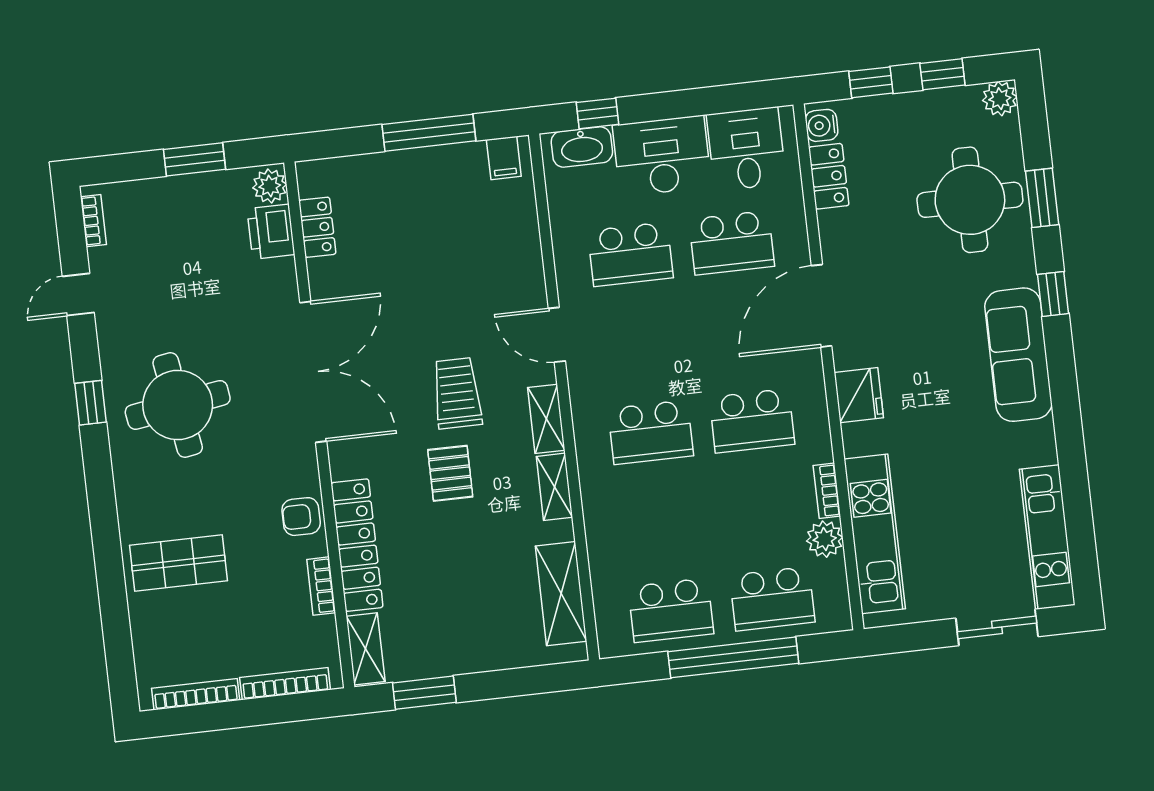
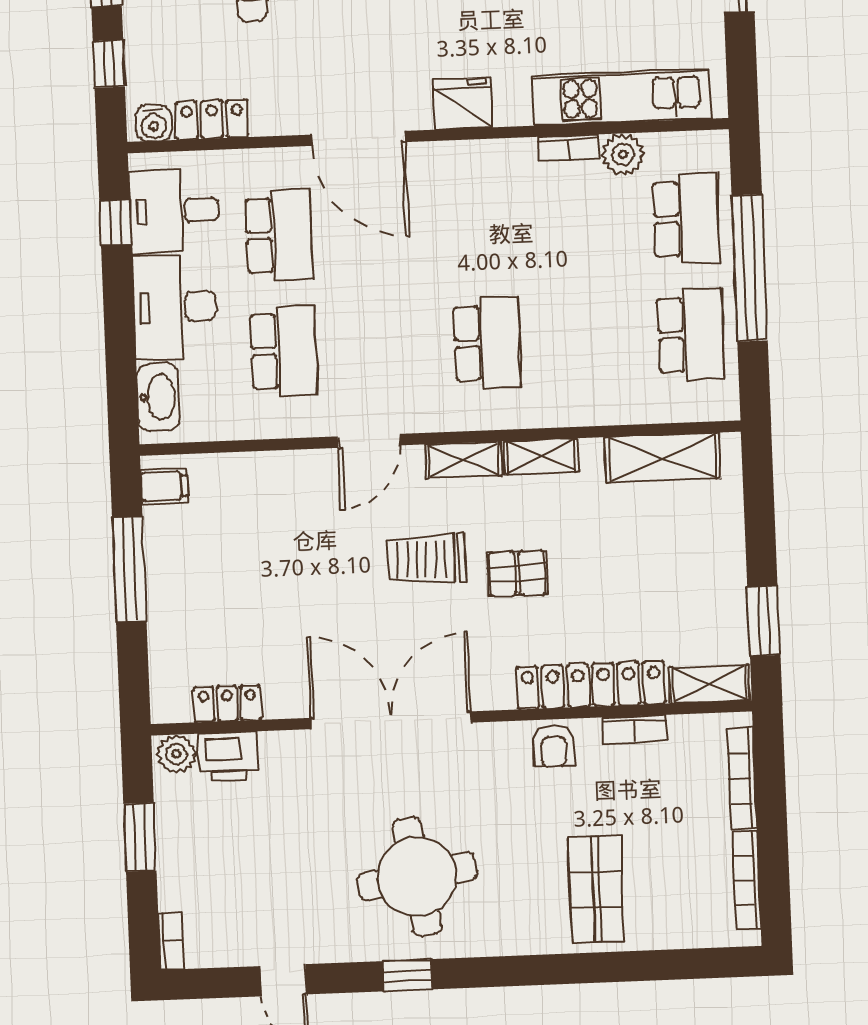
window: (597, 113) -> (115, 222), moved
bookcase: (93, 221) -> (171, 941), moved, turned 90
school desk: (752, 421) -> (483, 227), removed

